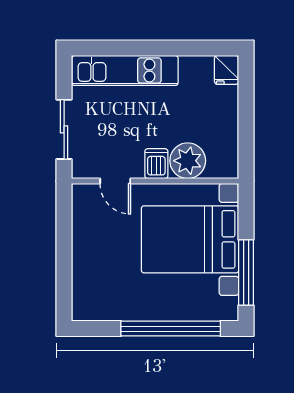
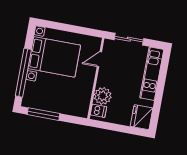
fridge: (227, 70) -> (142, 117), width x1.88, depth x1.34
dishwasher: (156, 164) -> (98, 111), moved
bed with nightstands: (190, 239) -> (54, 57), moved, turned 90

